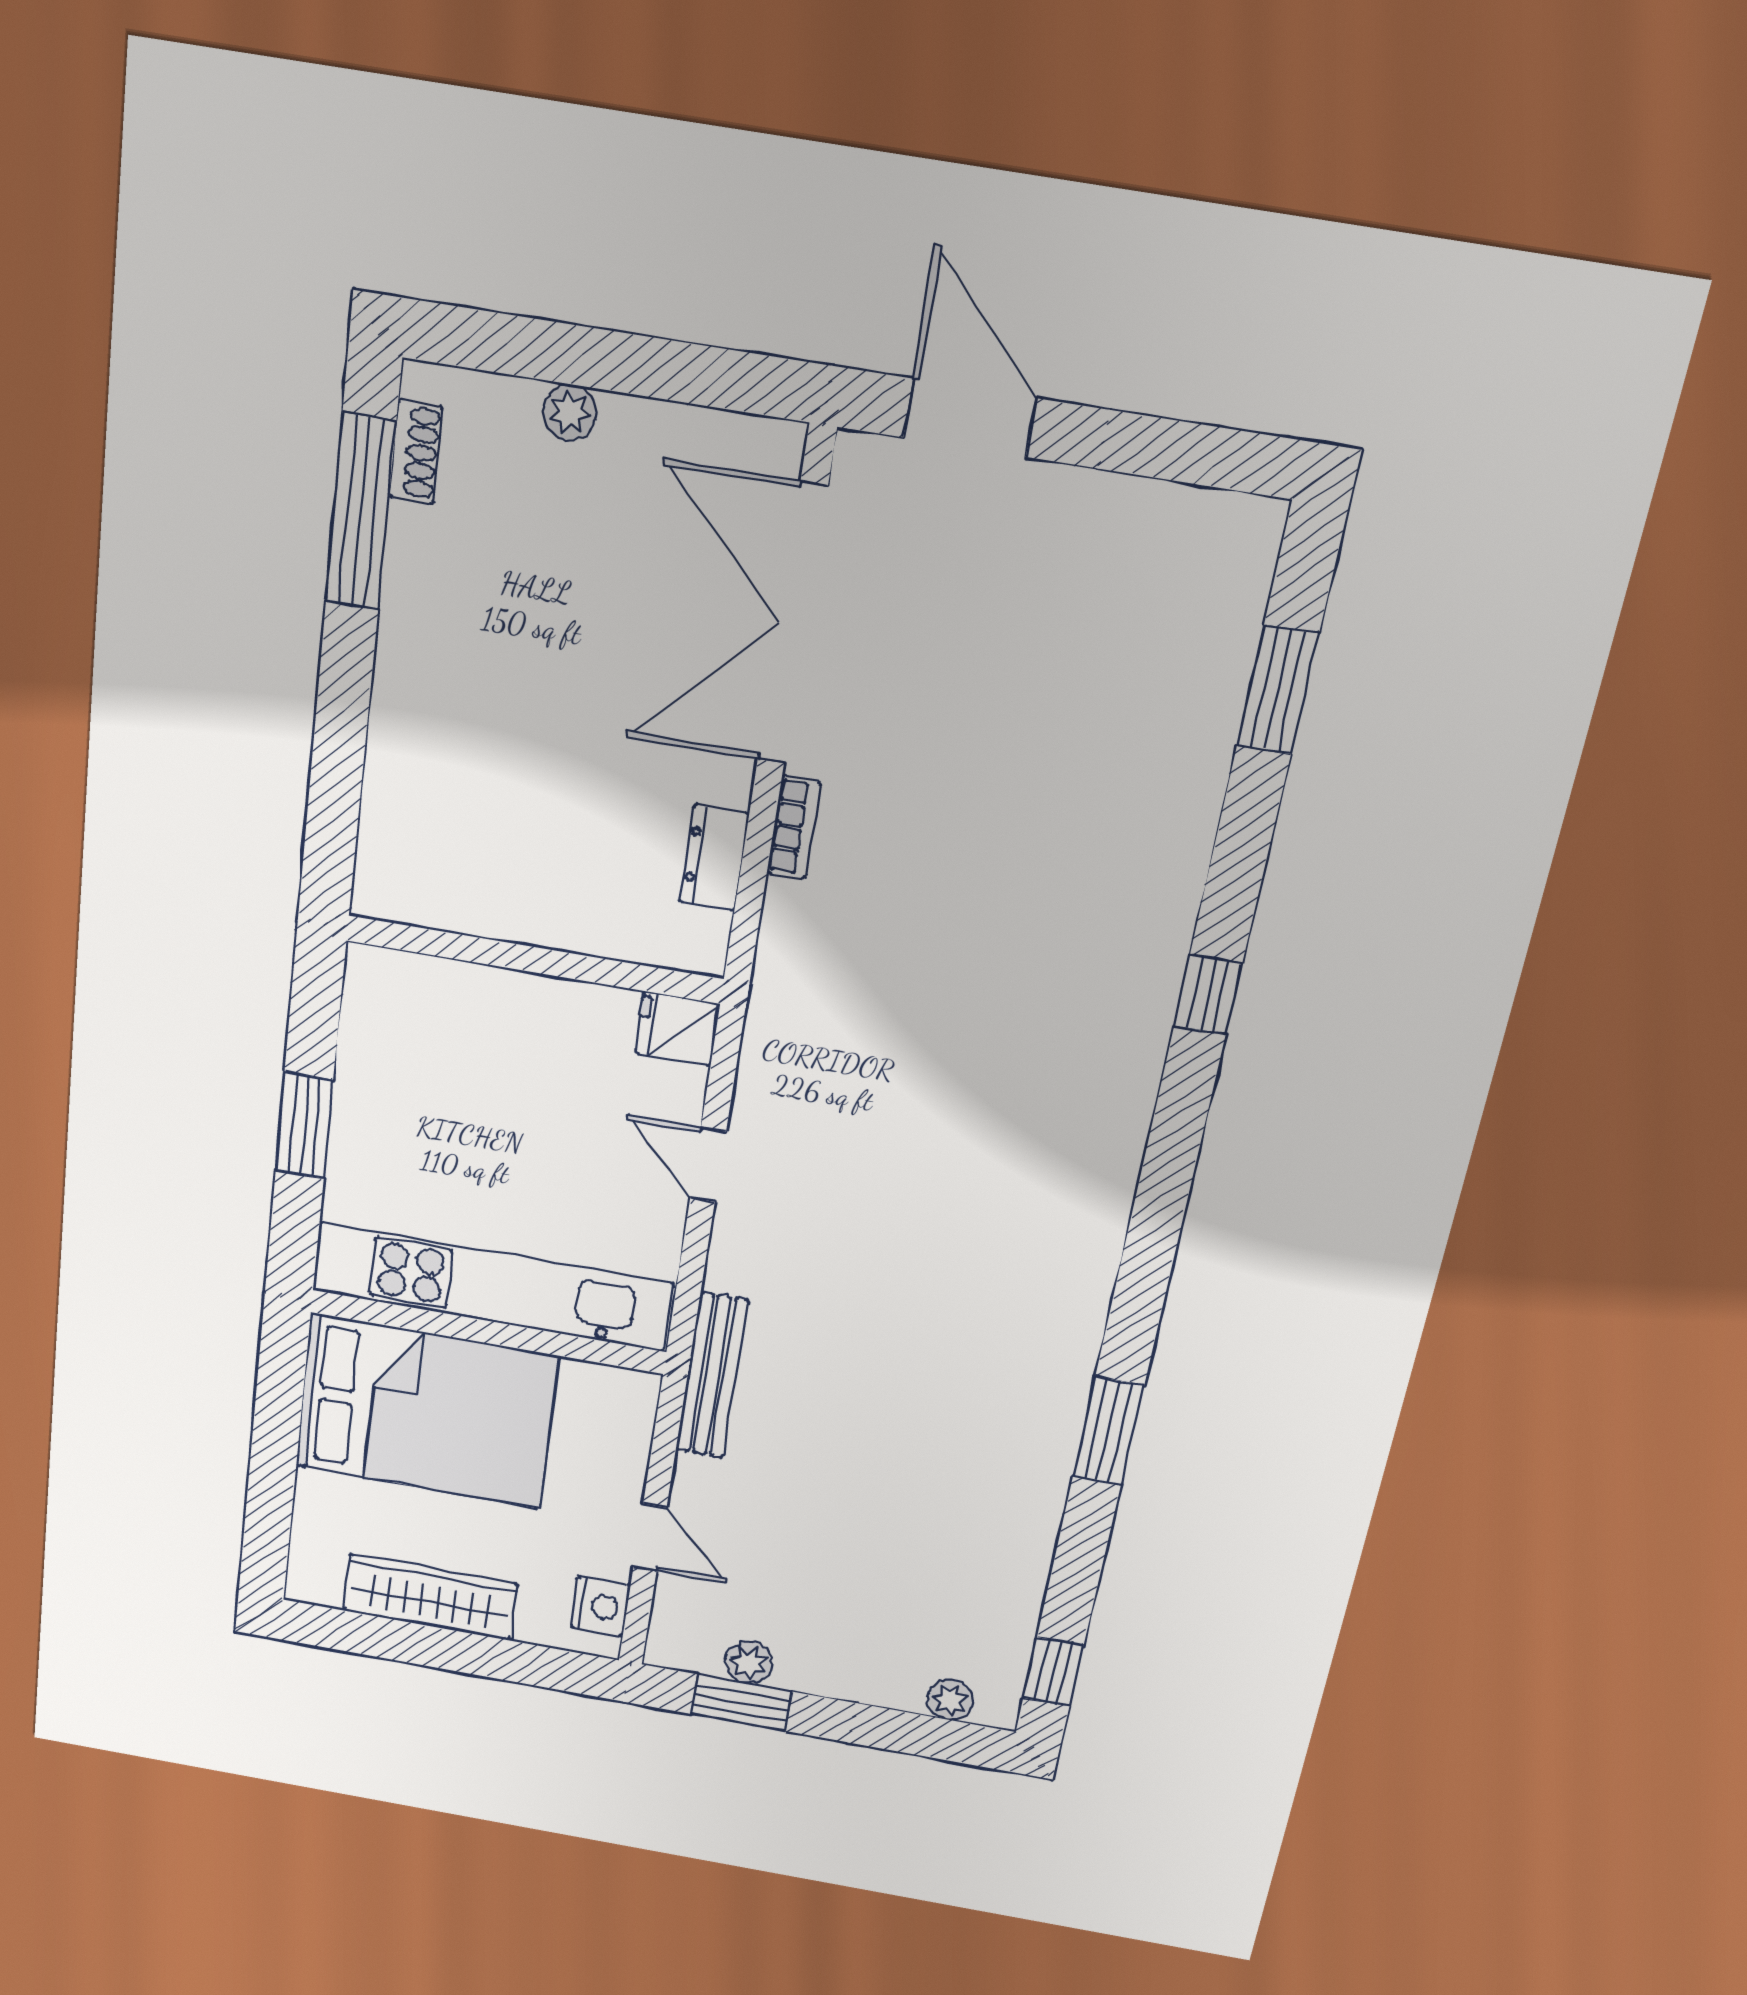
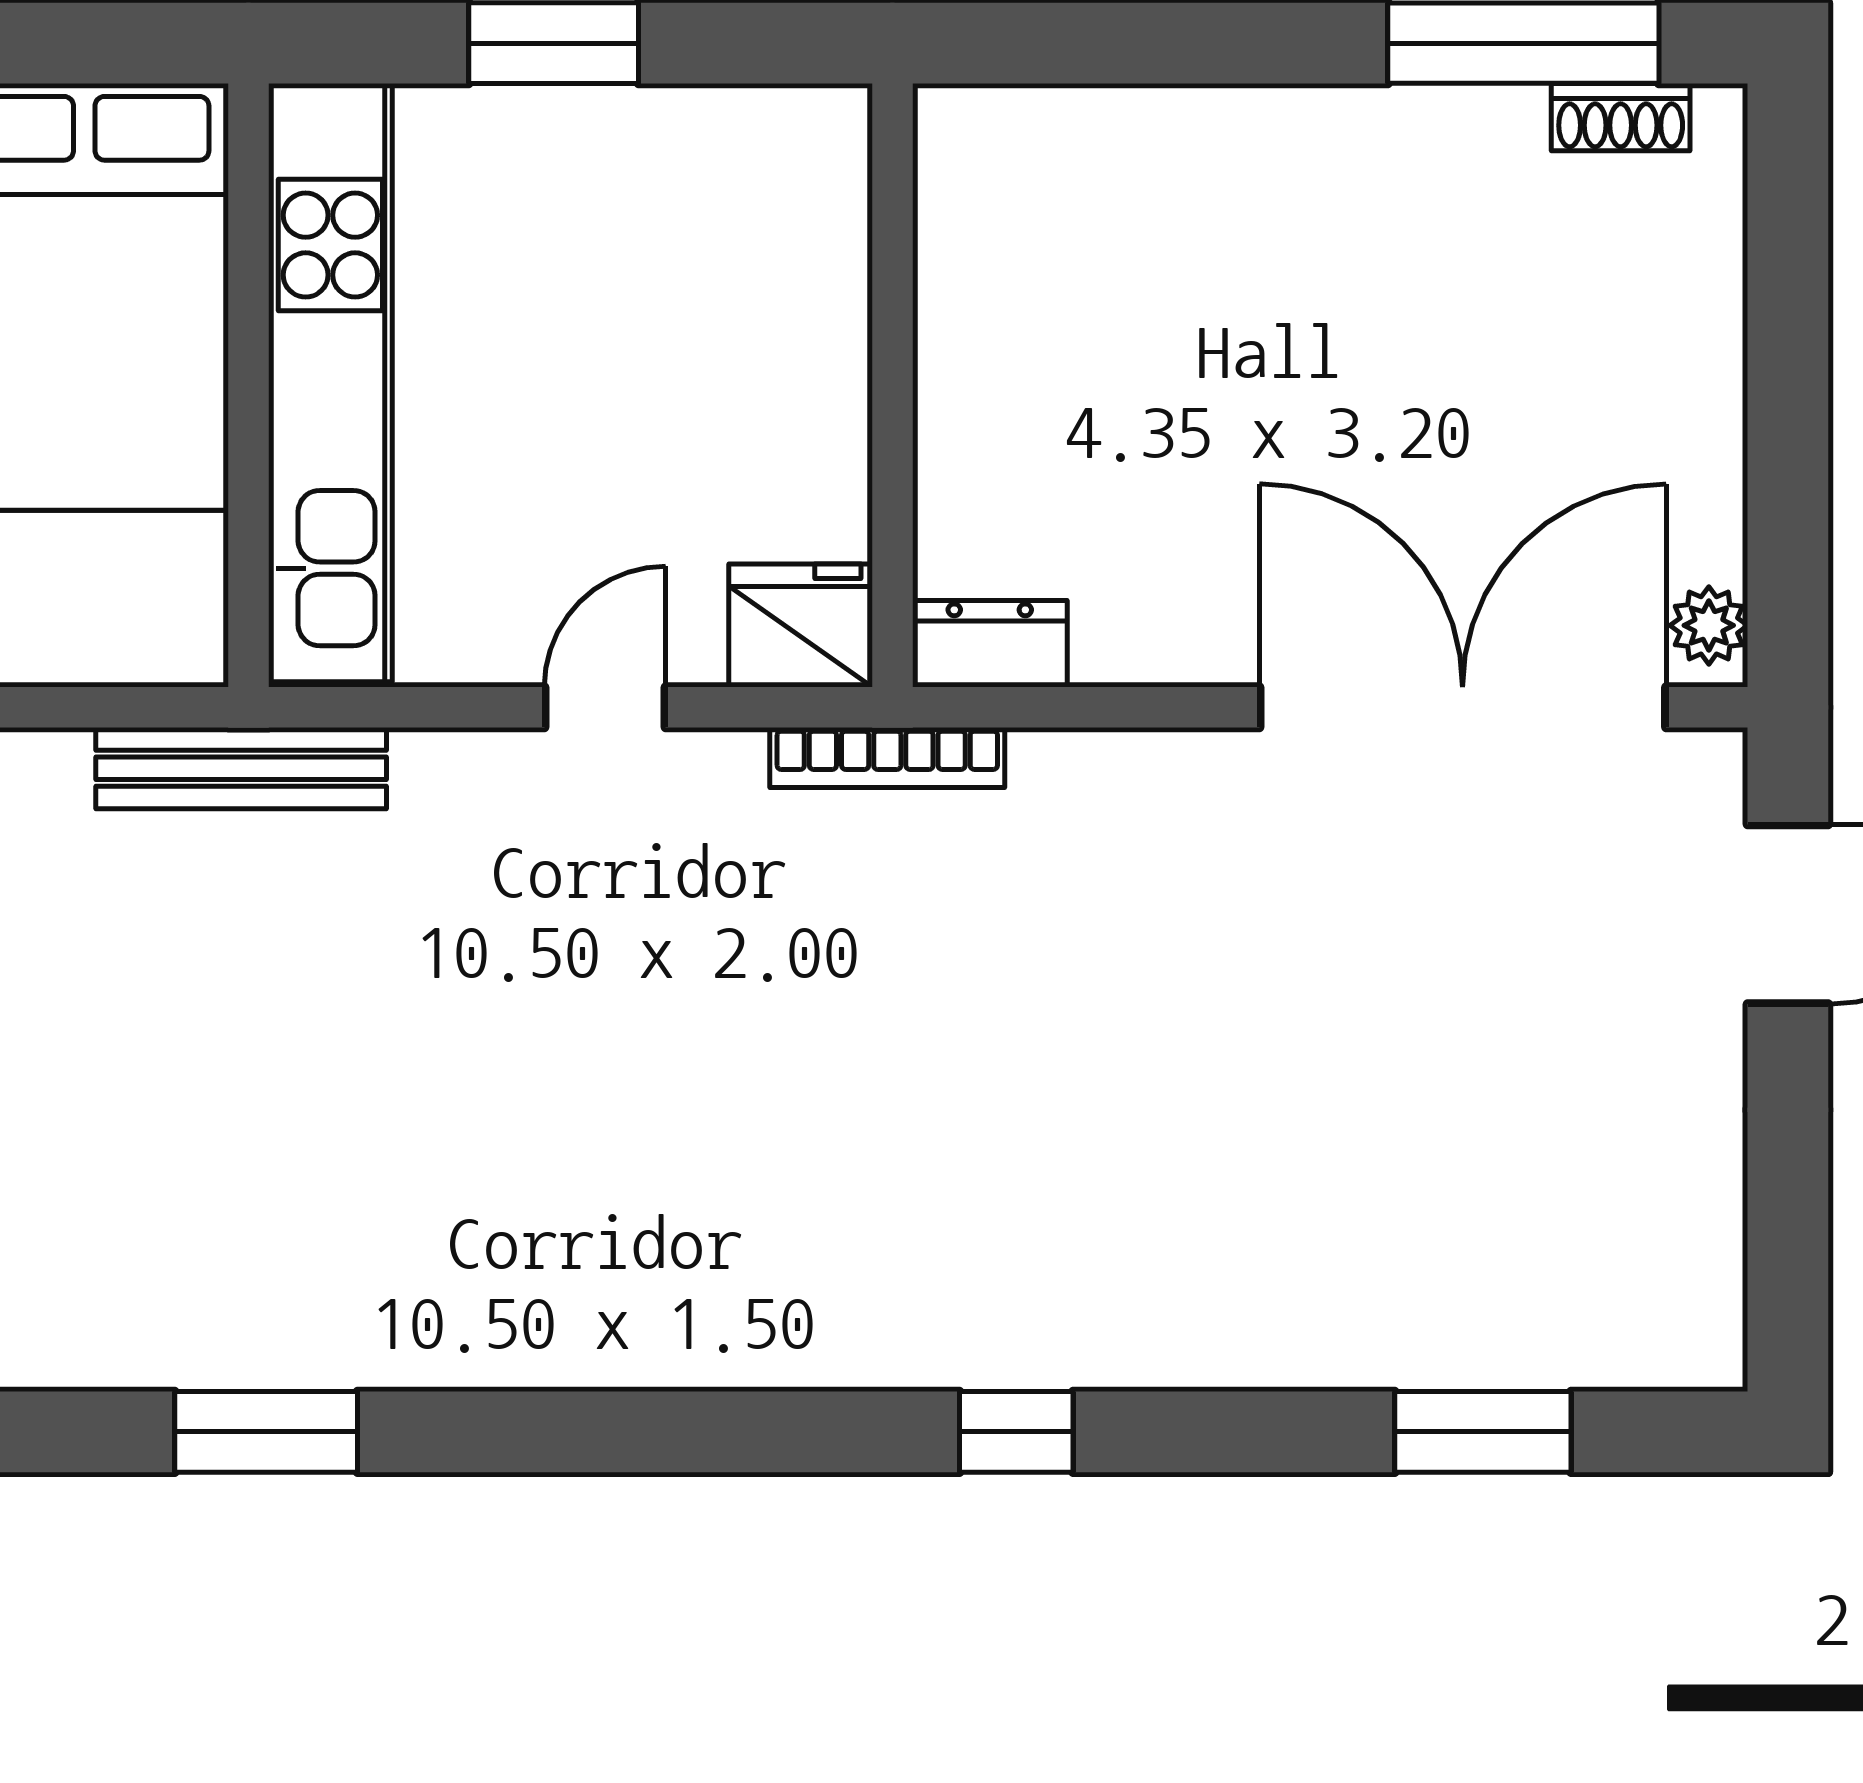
plant: (570, 413) -> (1709, 625), moved
bookcase: (794, 827) -> (887, 758), moved, width x1.56
dresser: (714, 858) -> (990, 644), moved
fridge: (677, 1029) -> (801, 626), width x1.38

